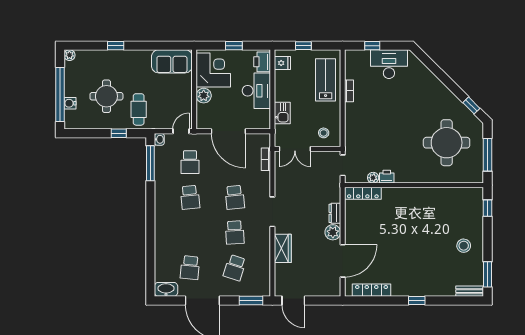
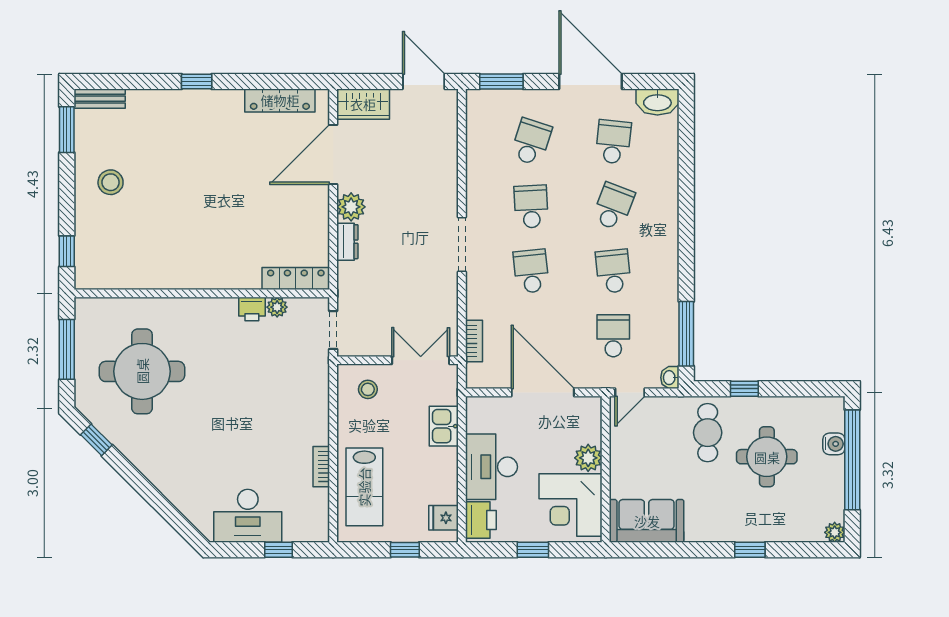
school desk: (190, 232) -> (613, 207), added
wardrobe: (283, 248) -> (363, 104), moved, turned -90

